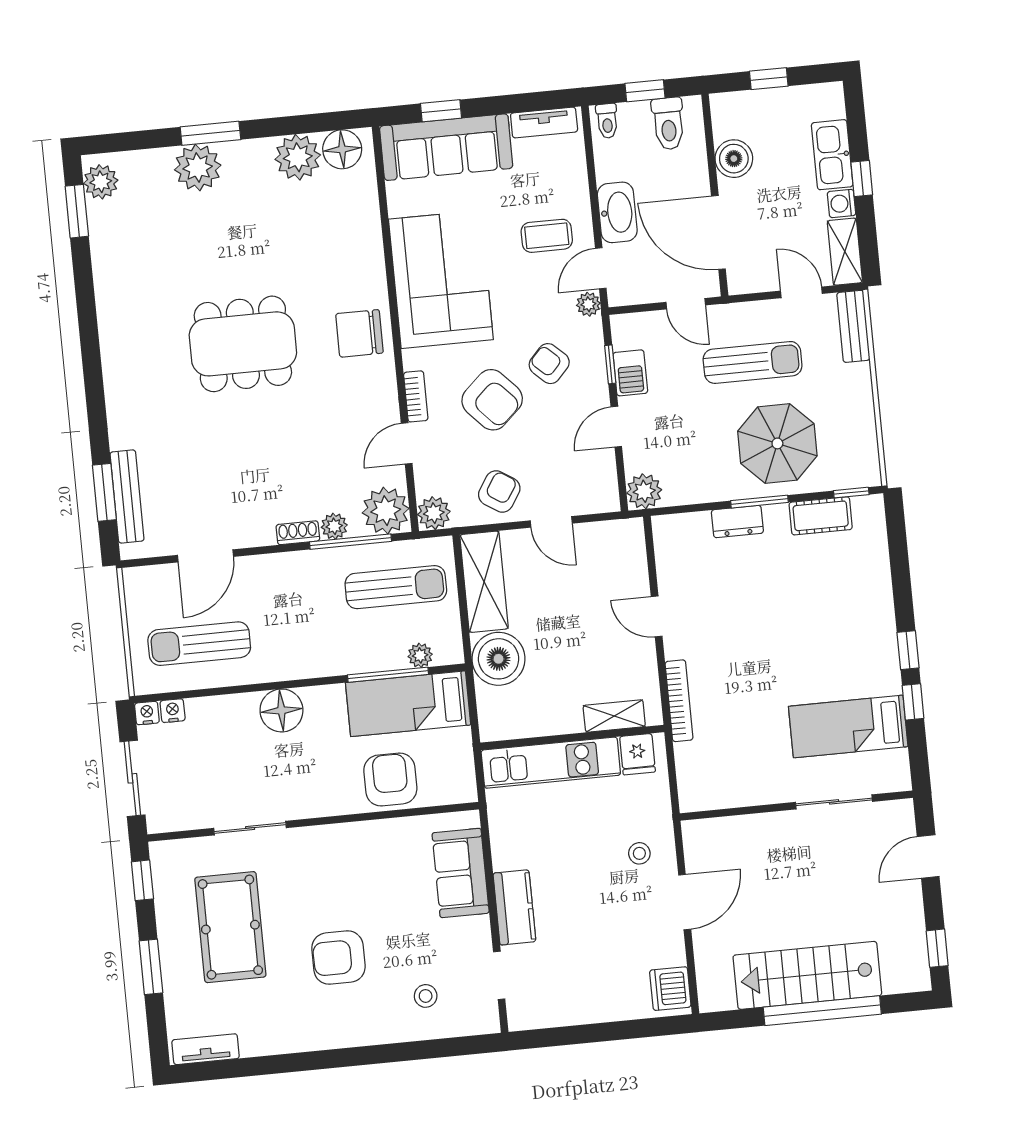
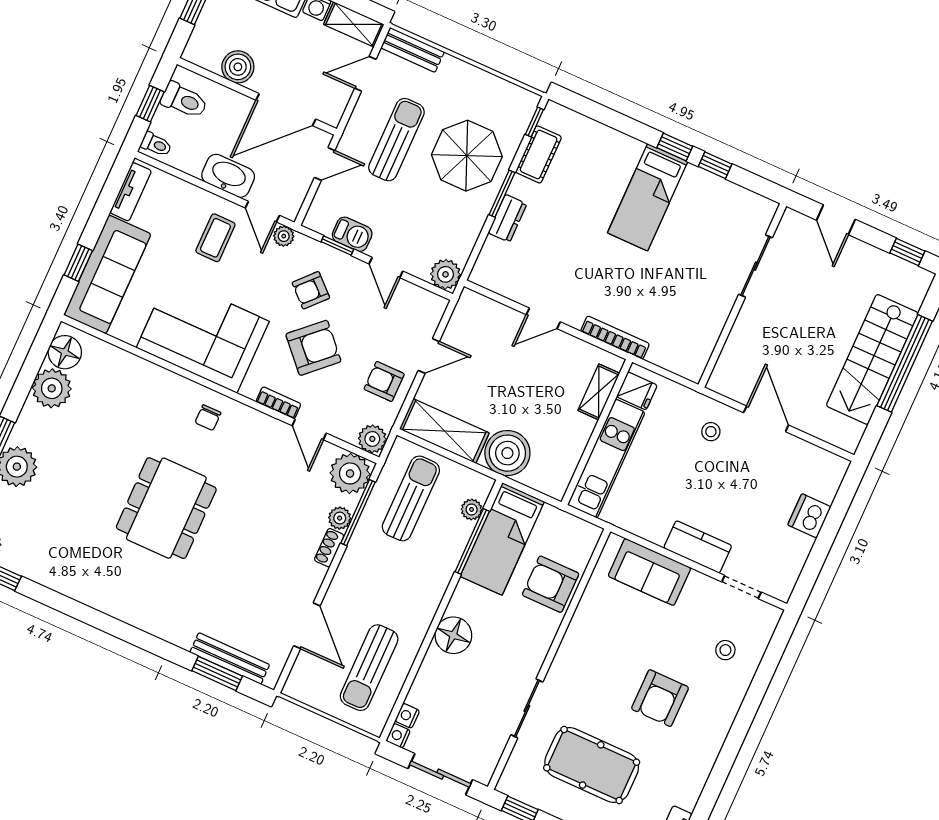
chair: (359, 333) -> (208, 418), width x0.54, depth x0.54
armchair: (499, 491) -> (384, 381), turned -33
bed: (848, 726) -> (648, 197), moved
dishwasher: (670, 989) -> (809, 516), moved, turned 90

